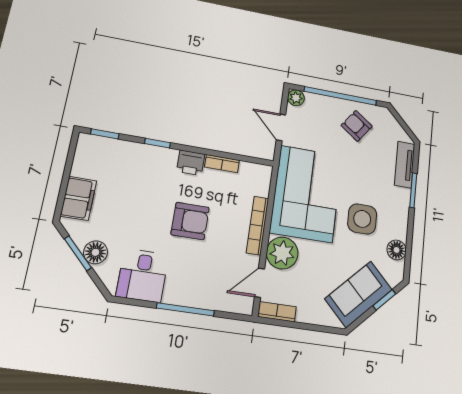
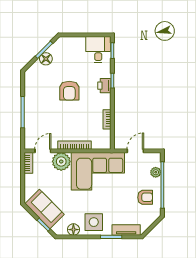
plant: (296, 98) -> (156, 172), moved
armchair: (357, 126) -> (145, 197), turned 54
printer: (191, 163) -> (104, 86), moved
filing cabinet: (79, 198) -> (74, 44), removed
side table: (362, 219) -> (94, 222), moved
armchair: (190, 221) -> (69, 91), moved
desk: (142, 275) -> (98, 50), moved, turned 90
door: (260, 283) -> (43, 151), hinge flipped

